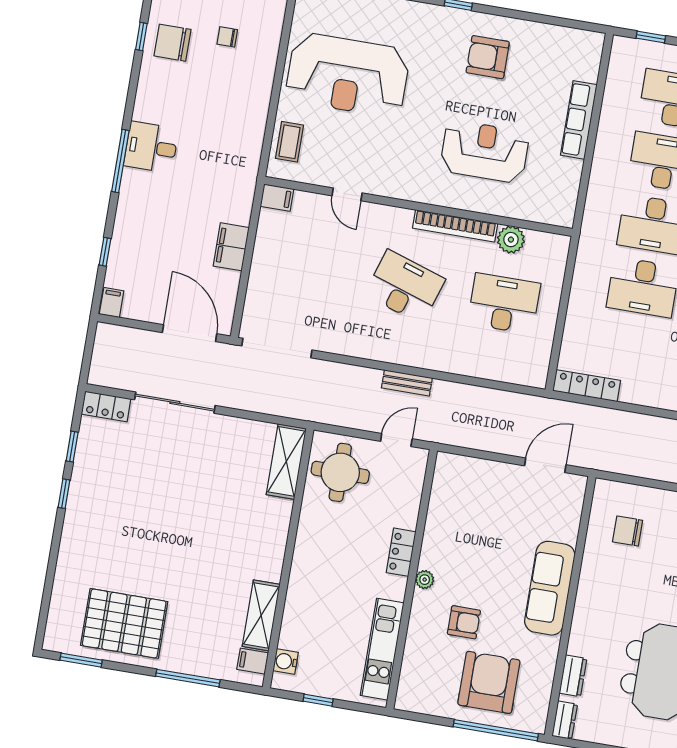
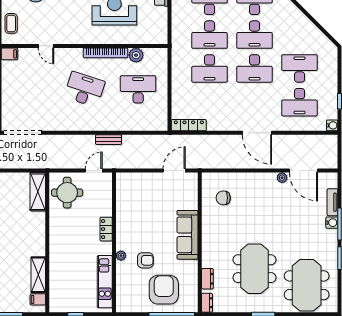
bench: (407, 383) -> (108, 140), moved
plant: (425, 580) -> (121, 256), moved
water cooler: (286, 661) -> (55, 297), removed

